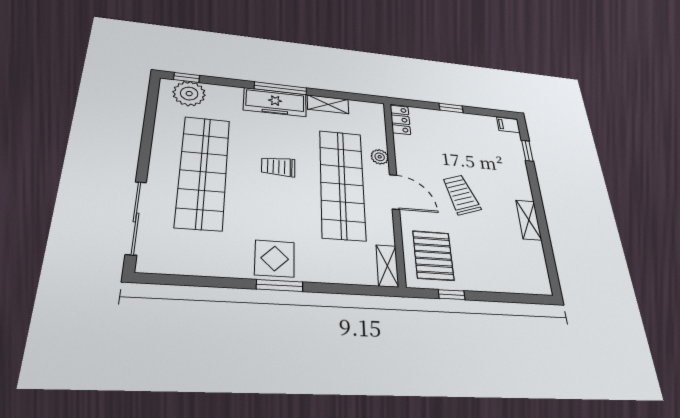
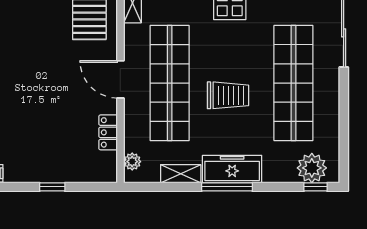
locker: (400, 120) -> (108, 132), moved
plant: (380, 157) -> (132, 162), moved
trolley: (278, 167) -> (228, 95), width x1.36, depth x1.39
trolley: (461, 195) -> (55, 82), removed

